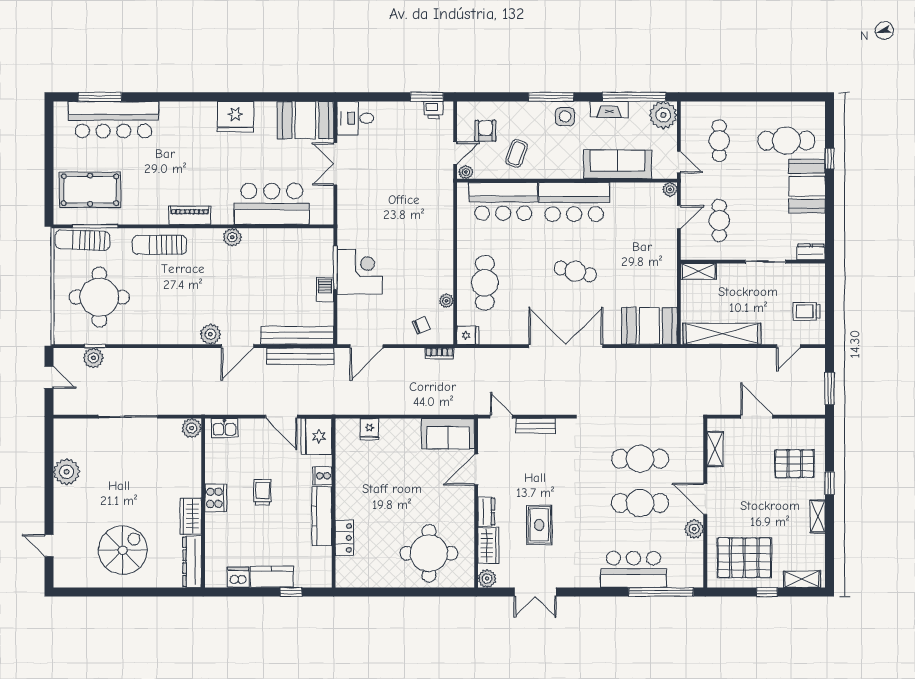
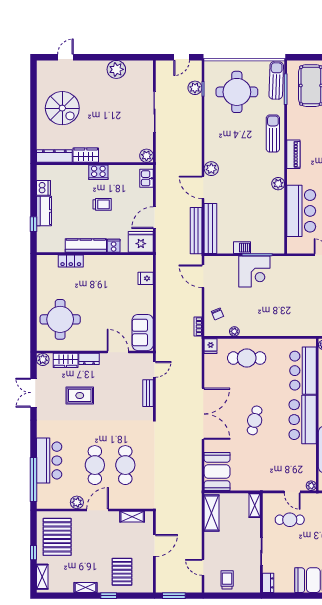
shelving: (722, 334) -> (212, 513), width x0.68

